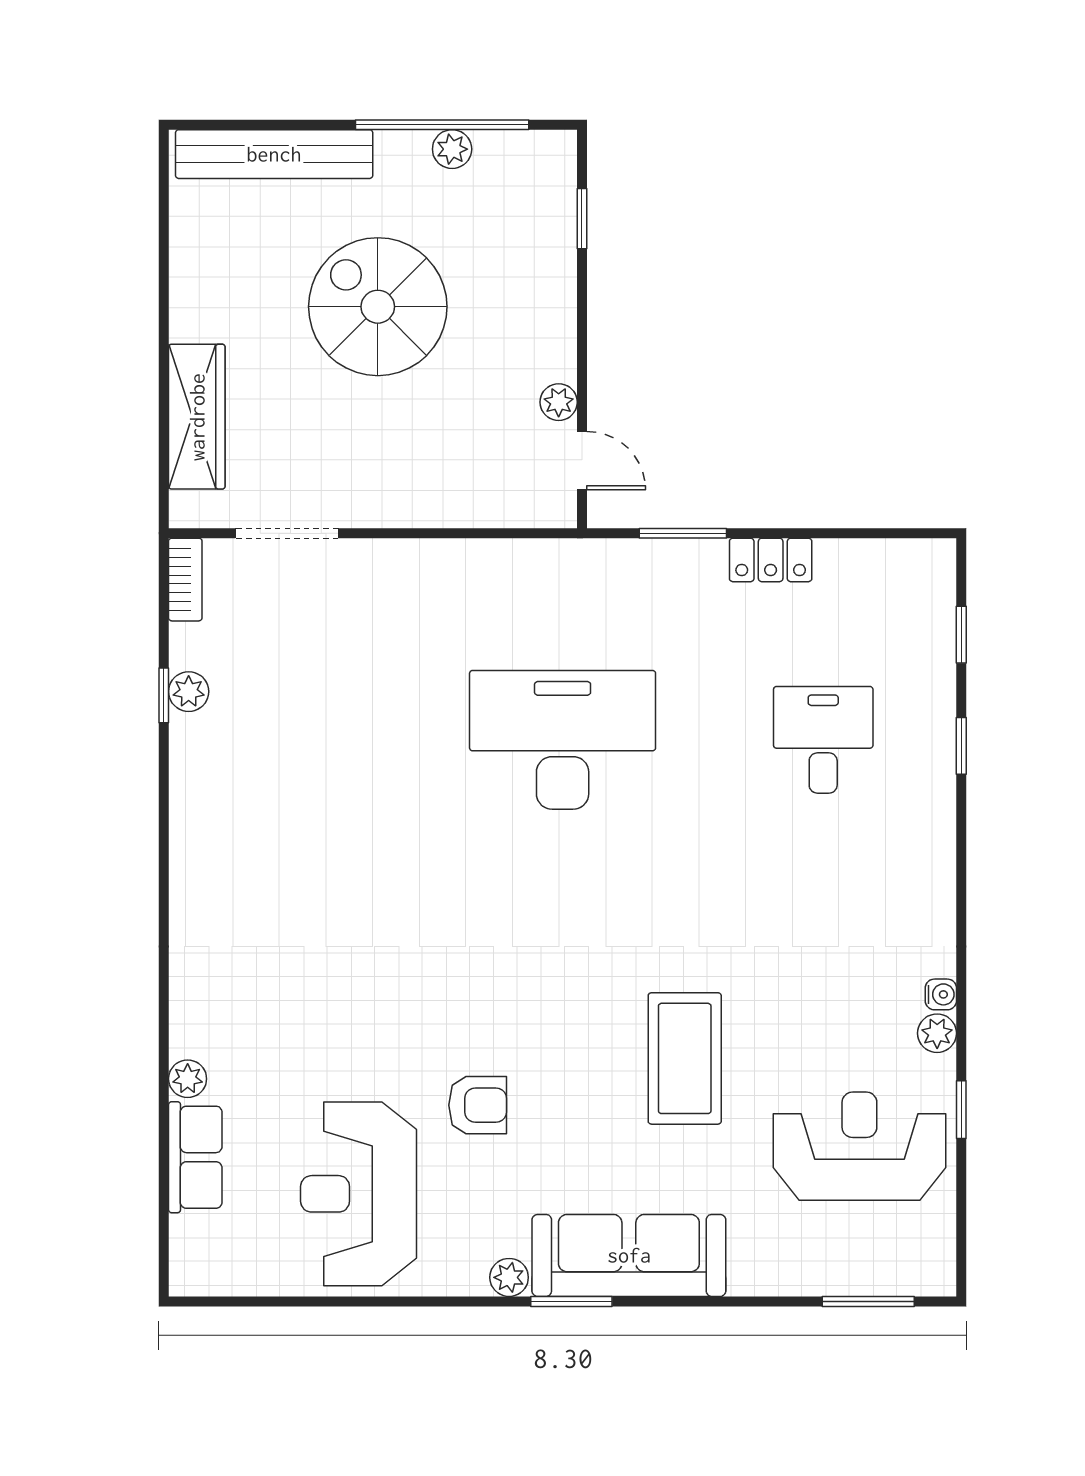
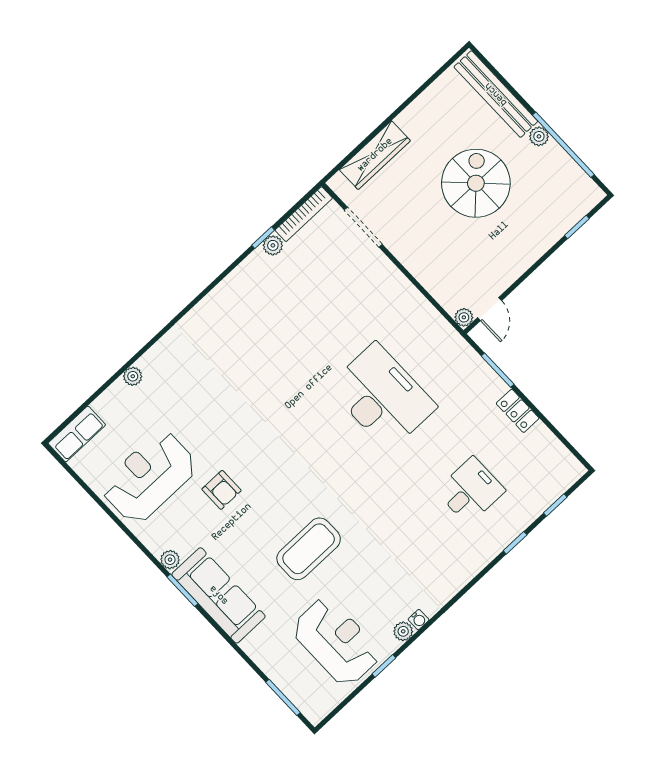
plant: (452, 149) -> (539, 136), moved
plant: (559, 402) -> (464, 317), moved
bookcase: (185, 580) -> (304, 214), width x1.56
row of seats: (195, 1157) -> (77, 434), moved

